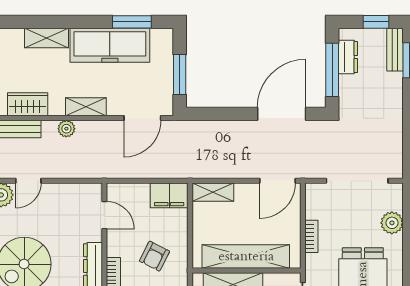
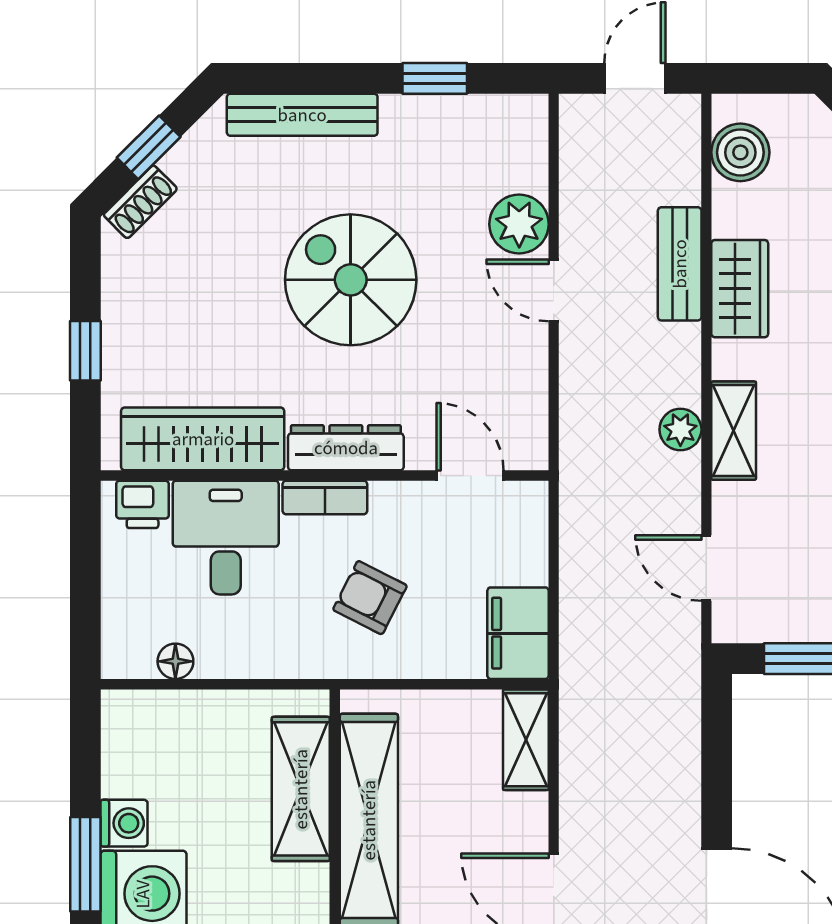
door: (142, 118) -> (706, 568), width x0.73
plant: (66, 129) -> (680, 430), moved
door: (104, 215) -> (470, 475), swing flipped

